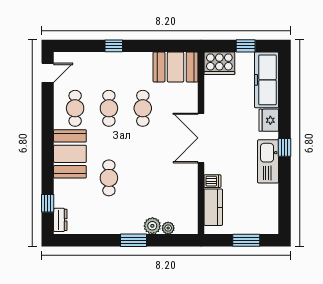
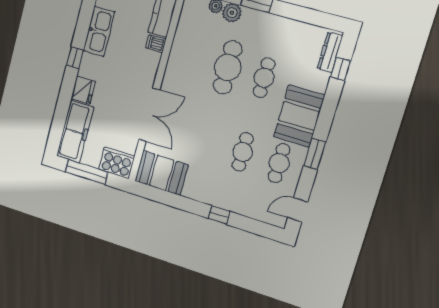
window: (246, 46) -> (87, 172), width x2.17
cafe table: (143, 108) -> (228, 67), moved, width x1.37, depth x1.35
window: (48, 125) -> (315, 154), added
double door: (201, 138) -> (149, 115), moved
kitchen sink: (268, 161) -> (99, 31), moved
dresser: (60, 220) -> (330, 52), width x1.44

